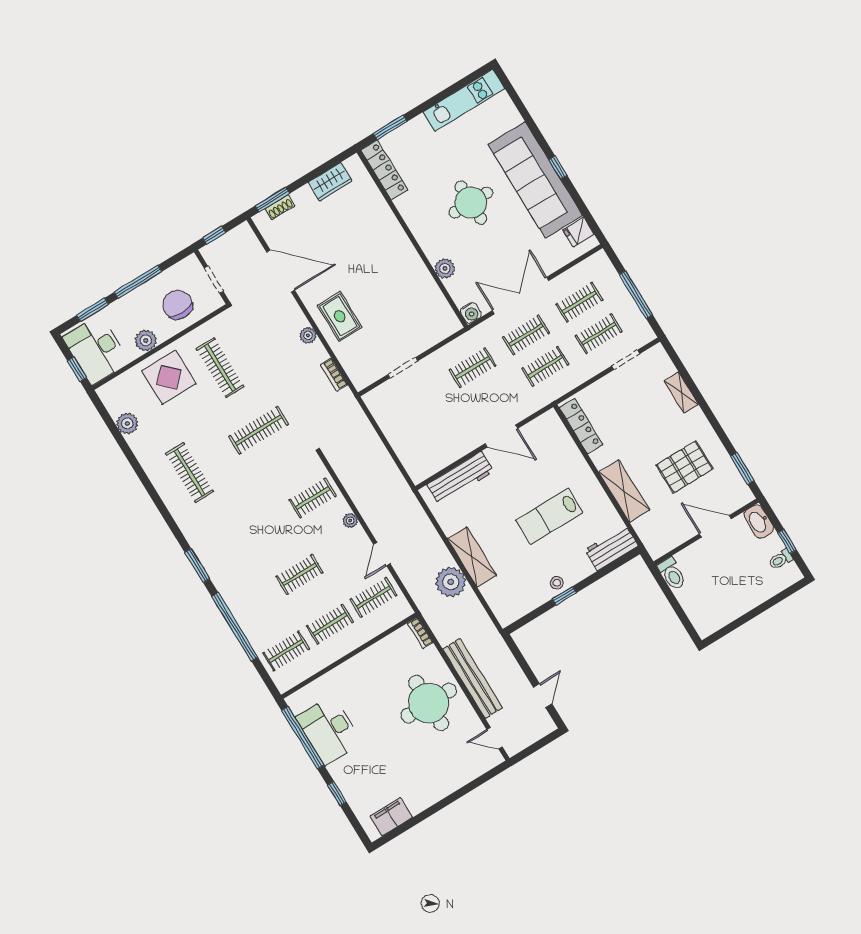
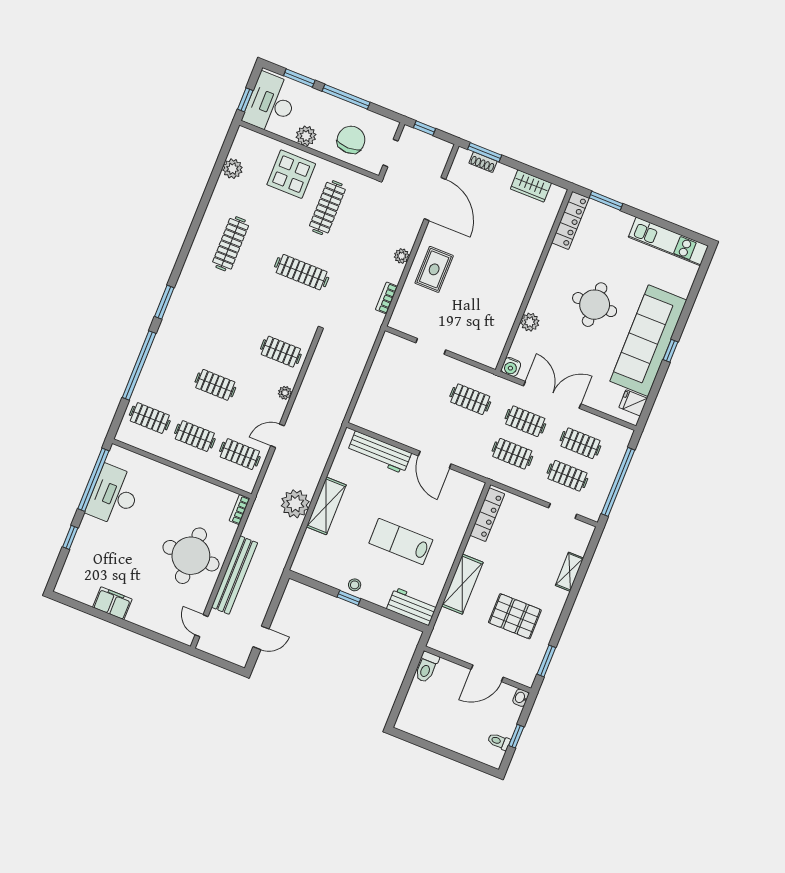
window: (636, 295) -> (618, 482), width x1.46
washbasin: (759, 522) -> (521, 698), width x0.52, depth x0.69
door: (715, 526) -> (487, 673), swing flipped
filing cabinet: (391, 817) -> (112, 603), moved

